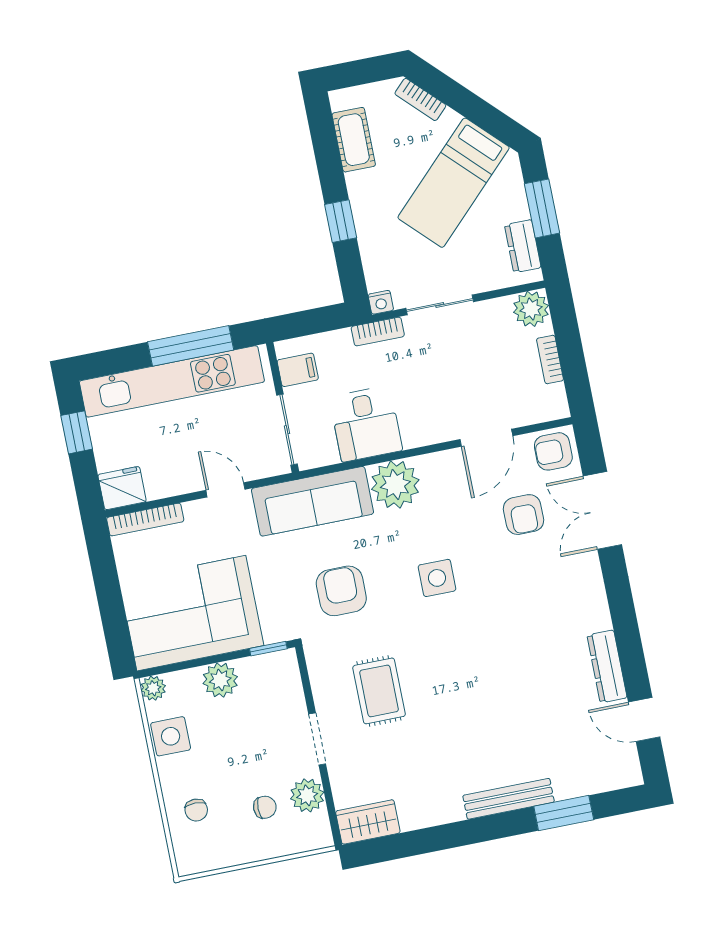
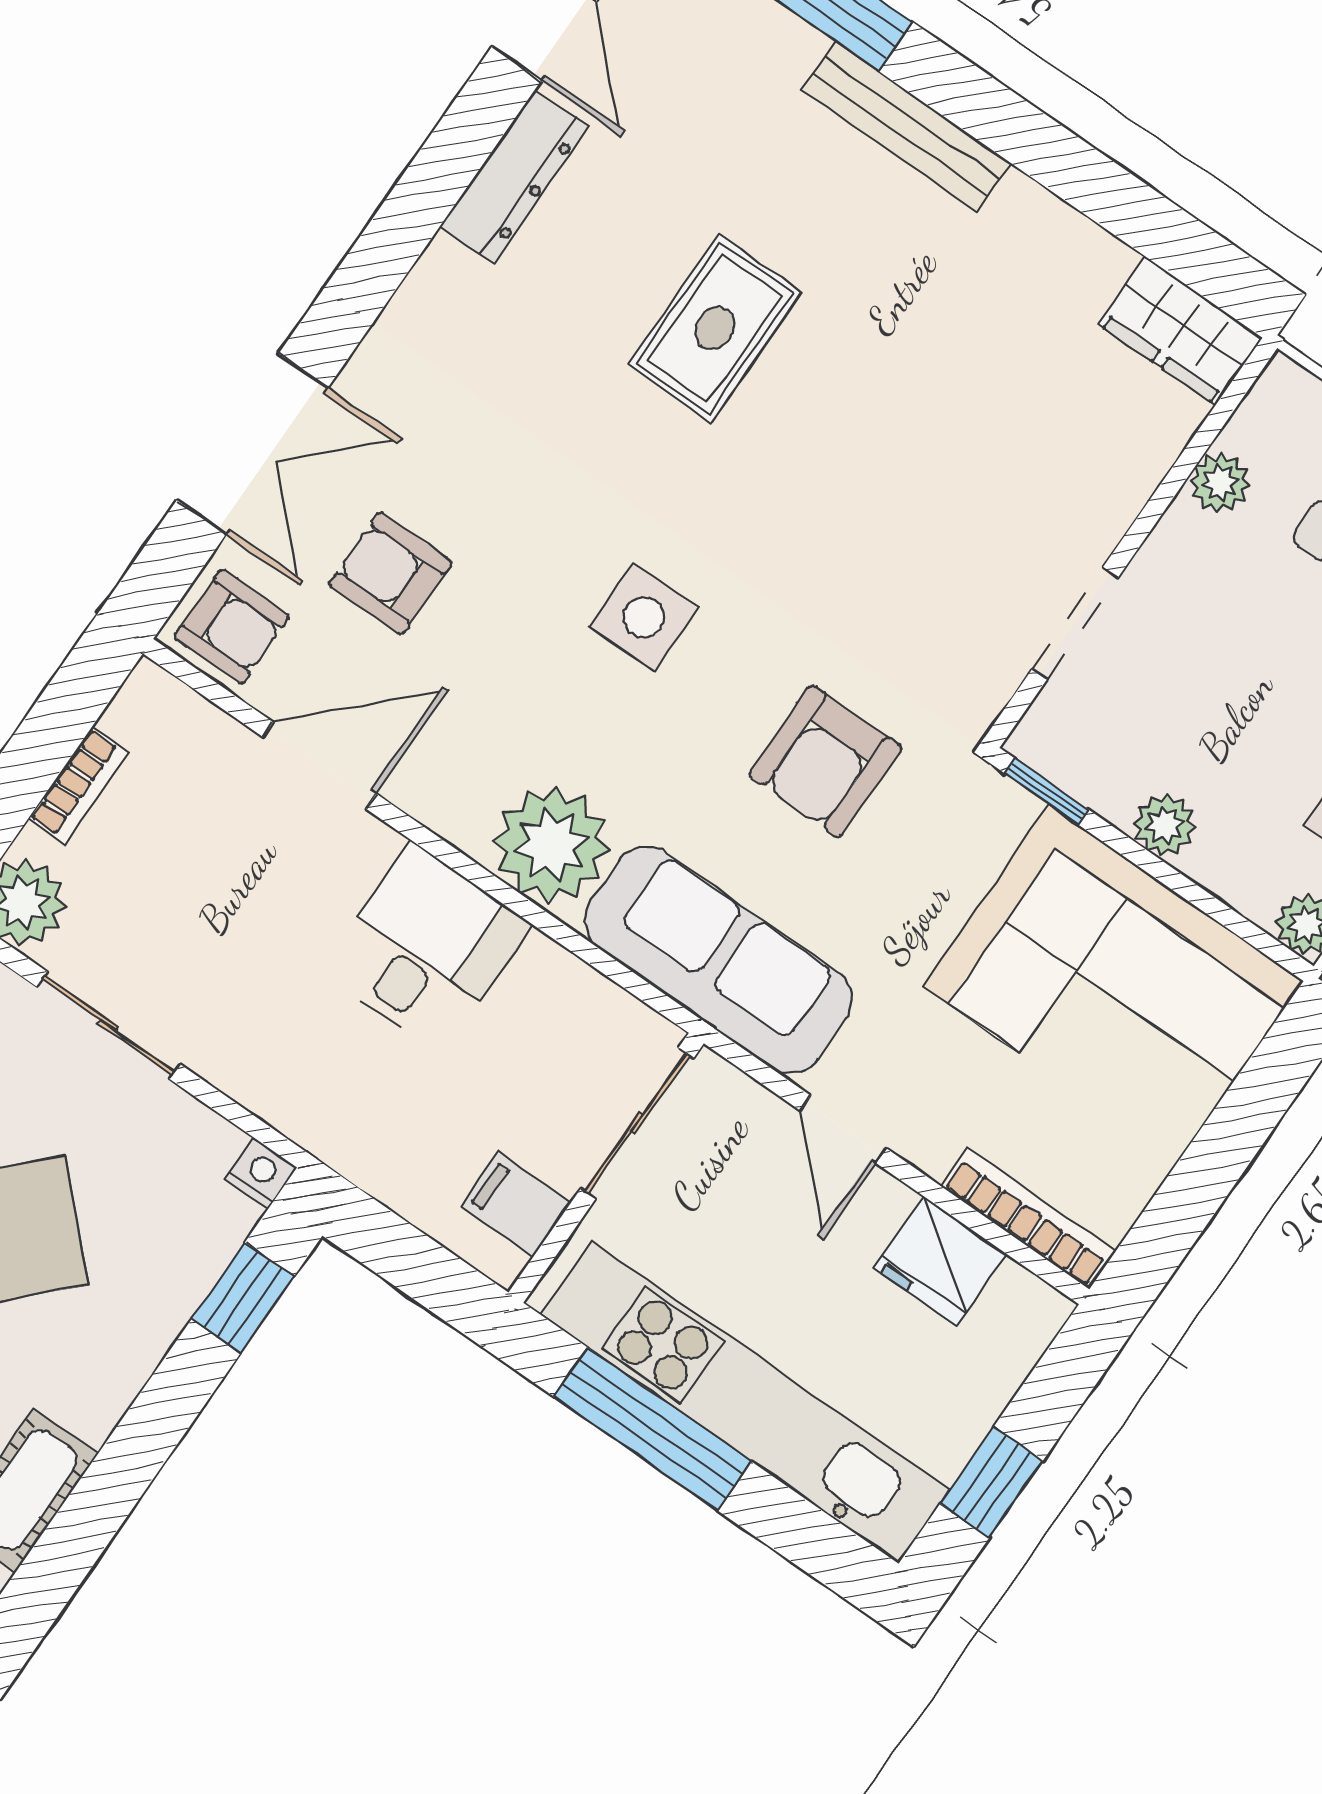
window: (341, 221) -> (243, 1298), moved
sliding door: (440, 305) -> (108, 1025), moved
bookcase: (378, 332) -> (317, 1130), removed
desk: (366, 424) -> (426, 948), moved
fridge: (122, 488) -> (940, 1261), moved
armchair: (524, 515) -> (390, 573), turned -90
plant: (220, 680) -> (1165, 825), width x0.73, depth x0.73
rug: (379, 691) -> (715, 328), moved
doorway: (317, 739) -> (1075, 623), moved
plant: (307, 795) -> (1220, 483), width x0.73, depth x0.73

